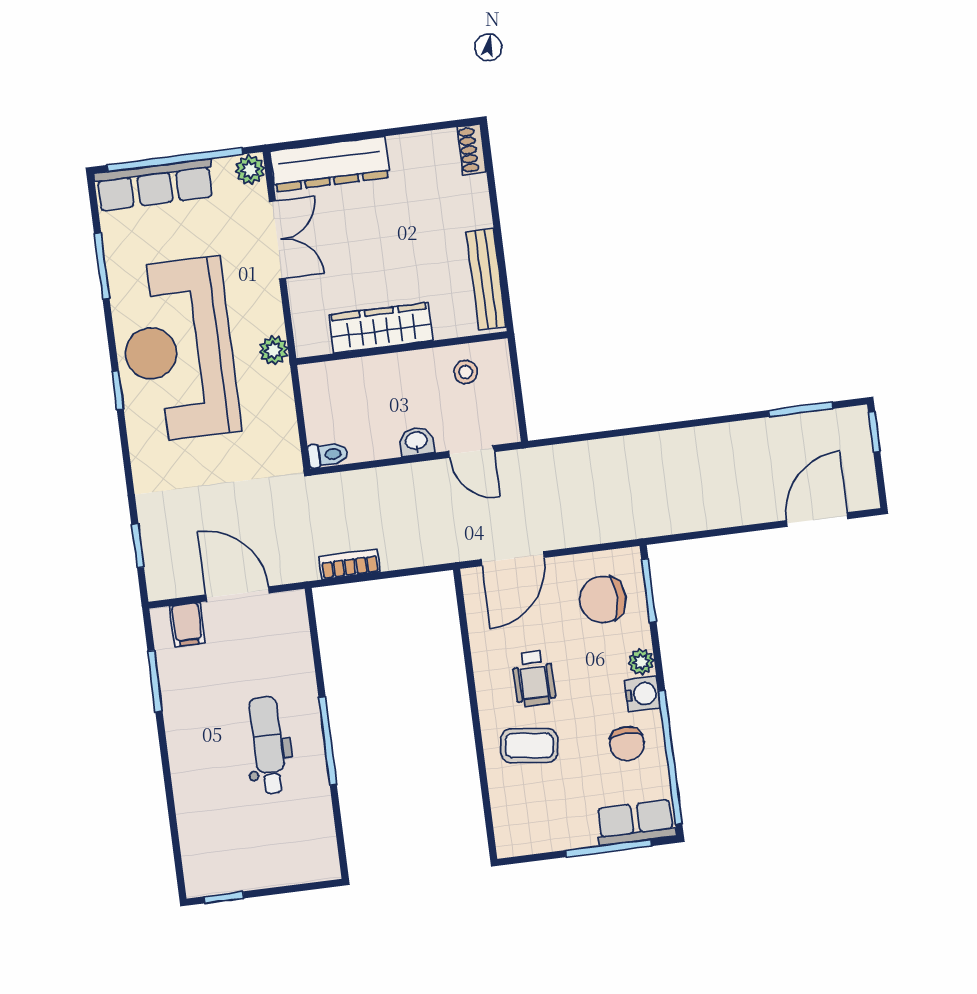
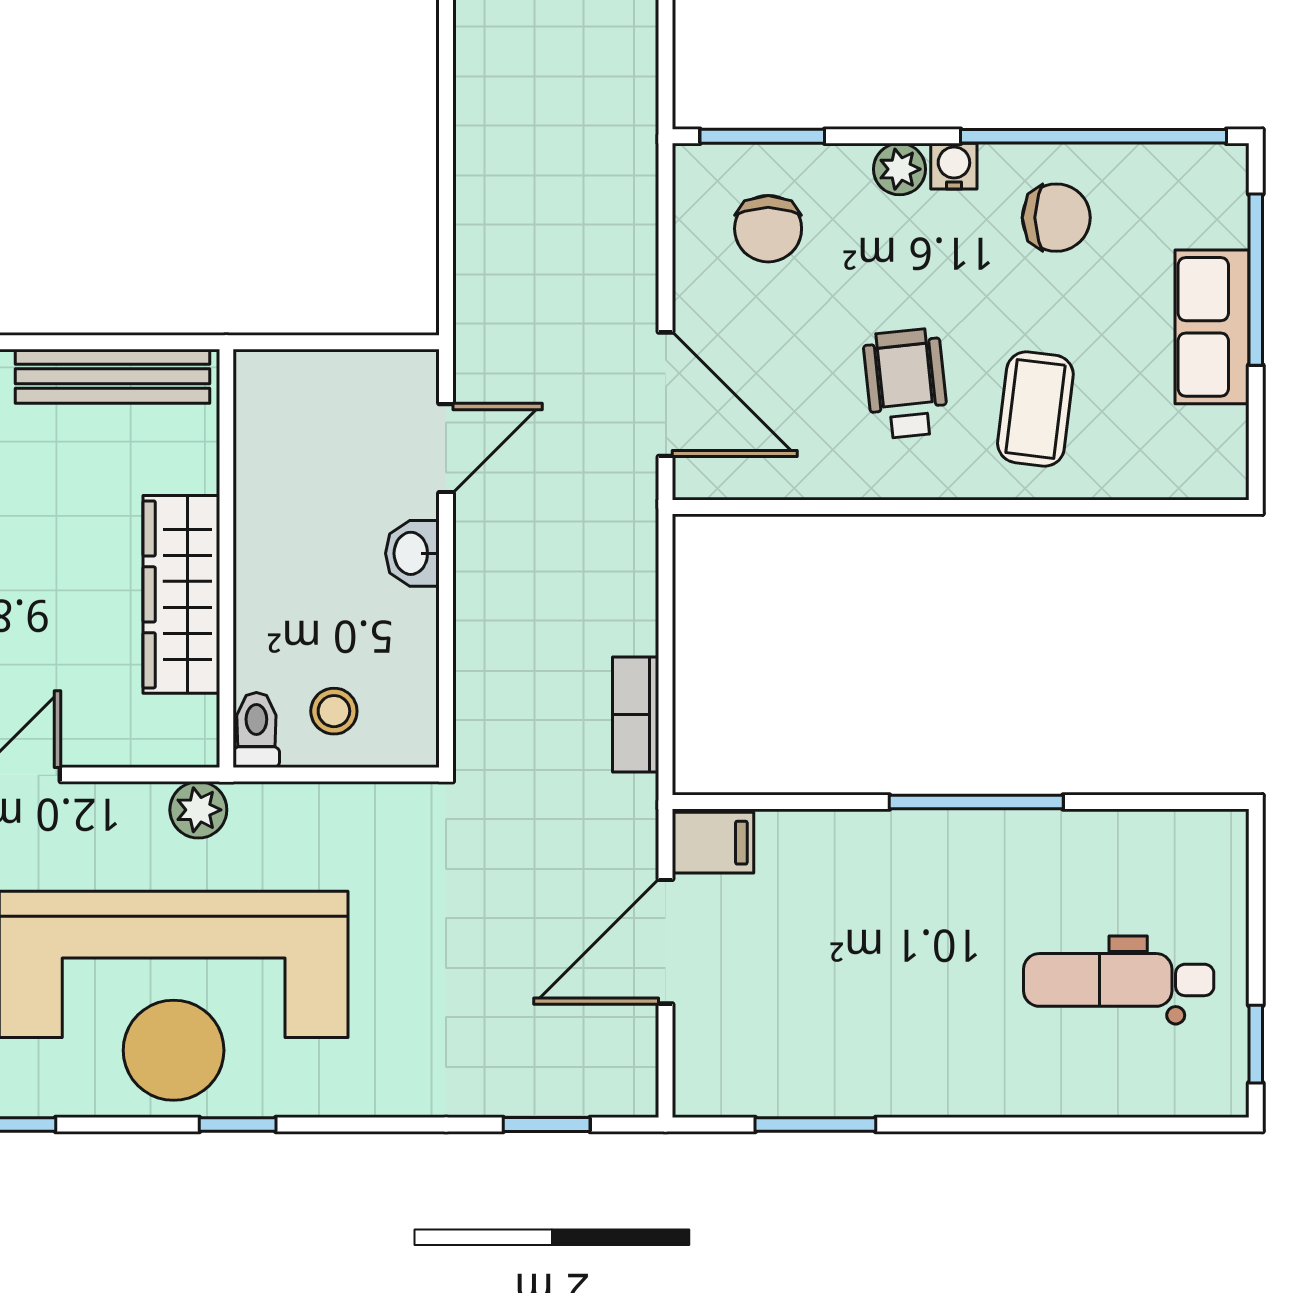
stool: (466, 372) -> (334, 711), moved
toilet: (328, 455) -> (256, 730), moved
chair: (603, 599) -> (768, 229), width x0.73, depth x0.73
filing cabinet: (187, 625) -> (713, 843), moved
wheelchair: (534, 679) -> (906, 384), turned -96
water cooler: (642, 694) -> (954, 166), width x0.72, depth x0.72
dental chair: (268, 745) -> (1119, 980), moved
row of seats: (636, 822) -> (1212, 327), moved

